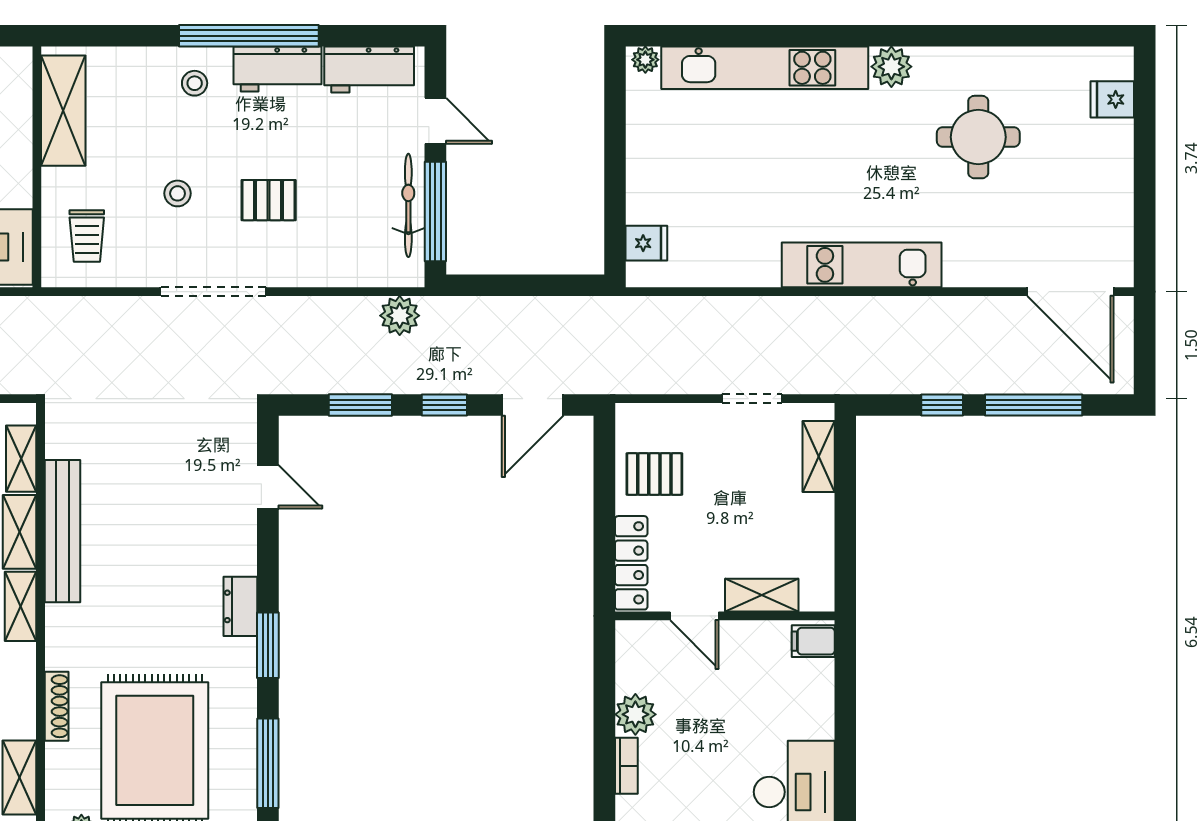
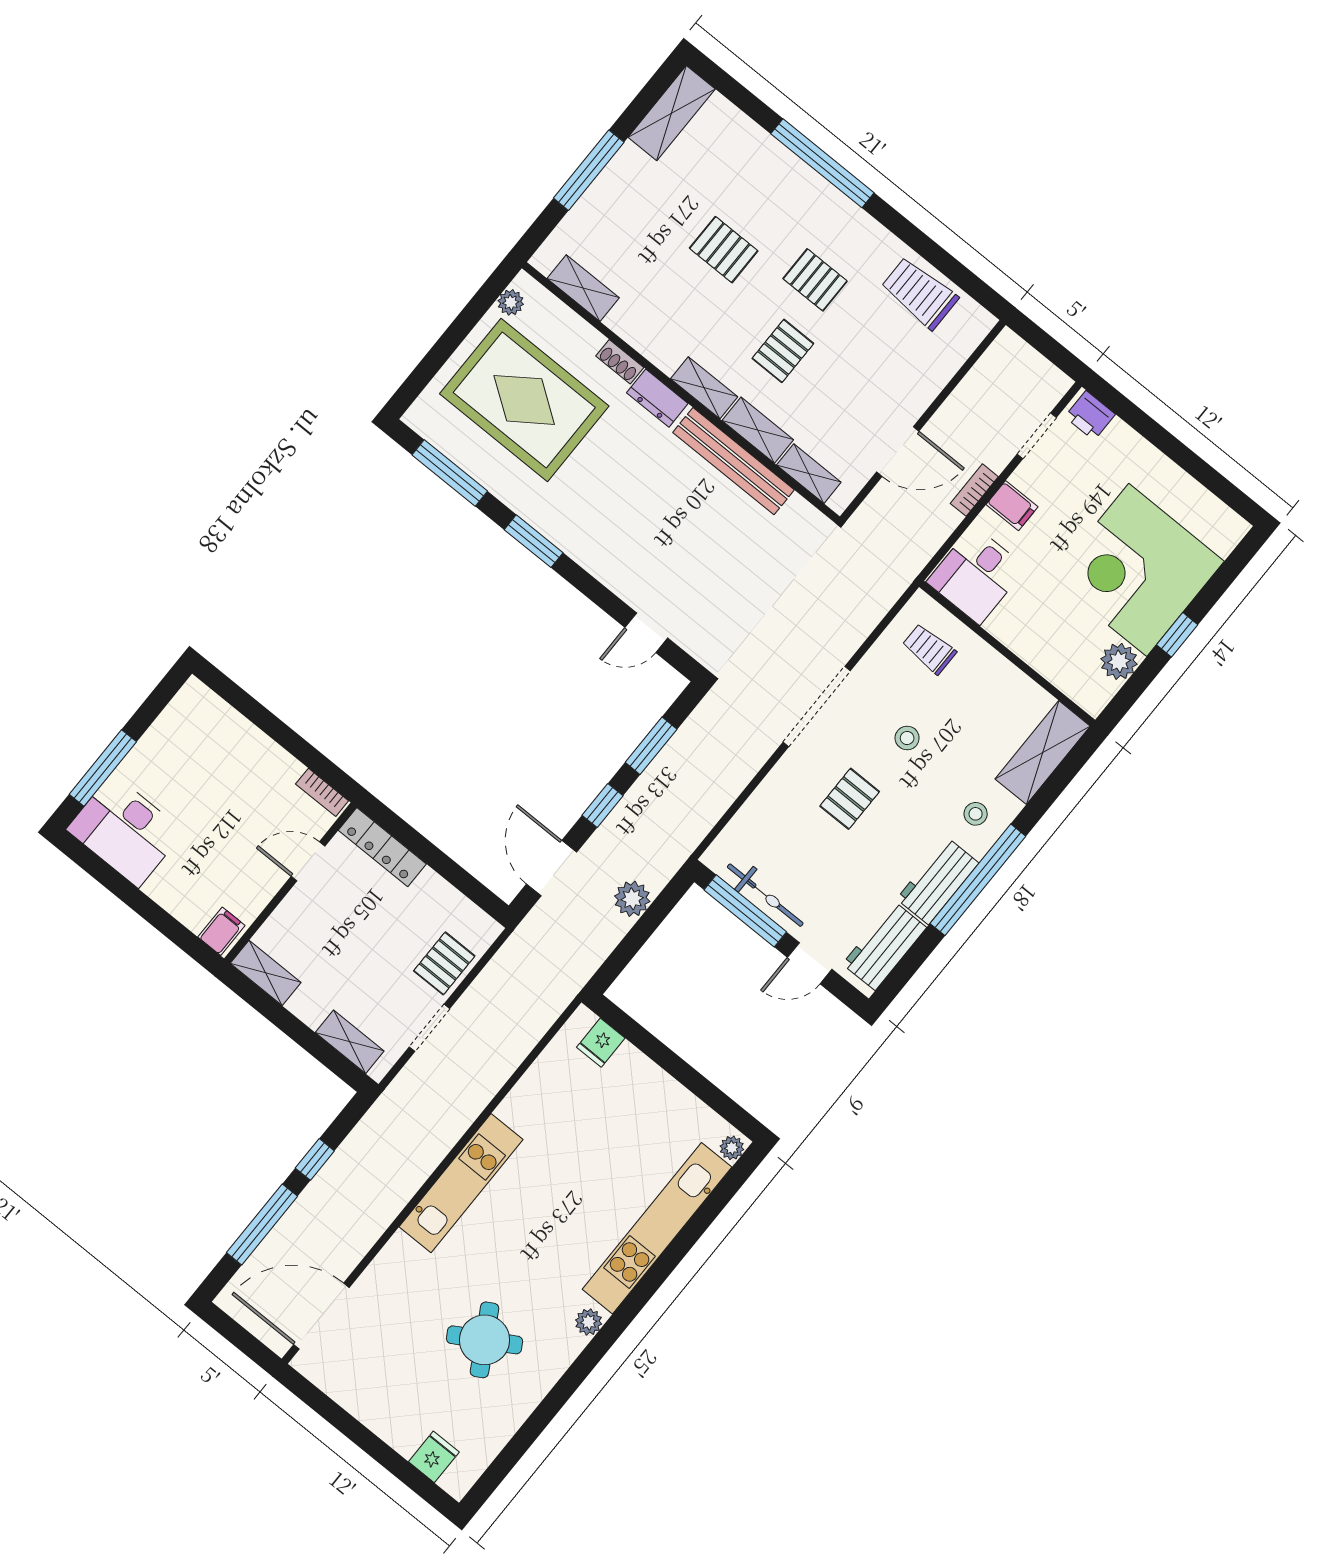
plant: (891, 67) -> (589, 1322), width x0.73, depth x0.73
shelving: (63, 111) -> (1043, 753), moved, turned 90
round table: (978, 137) -> (485, 1340), turned -30
plant: (400, 316) -> (632, 899), moved
pallet: (654, 474) -> (444, 963), moved
shelving: (762, 595) -> (266, 973), moved, turned 90
dresser: (240, 606) -> (657, 398), moved, turned 180
shoe rack: (57, 706) -> (620, 362), width x0.70
plant: (635, 714) -> (272, 763), removed
bookcase: (626, 766) -> (322, 792), moved

